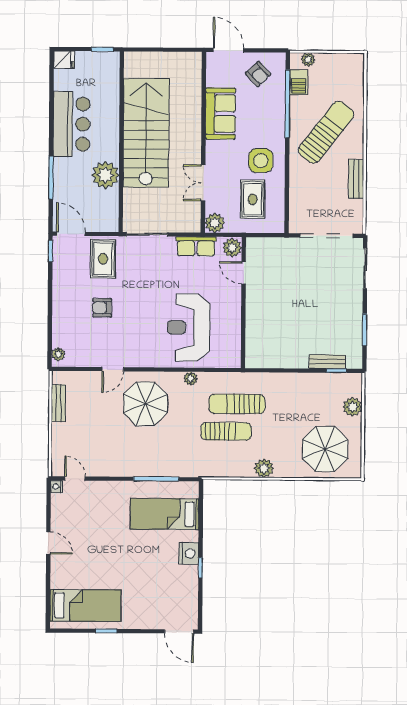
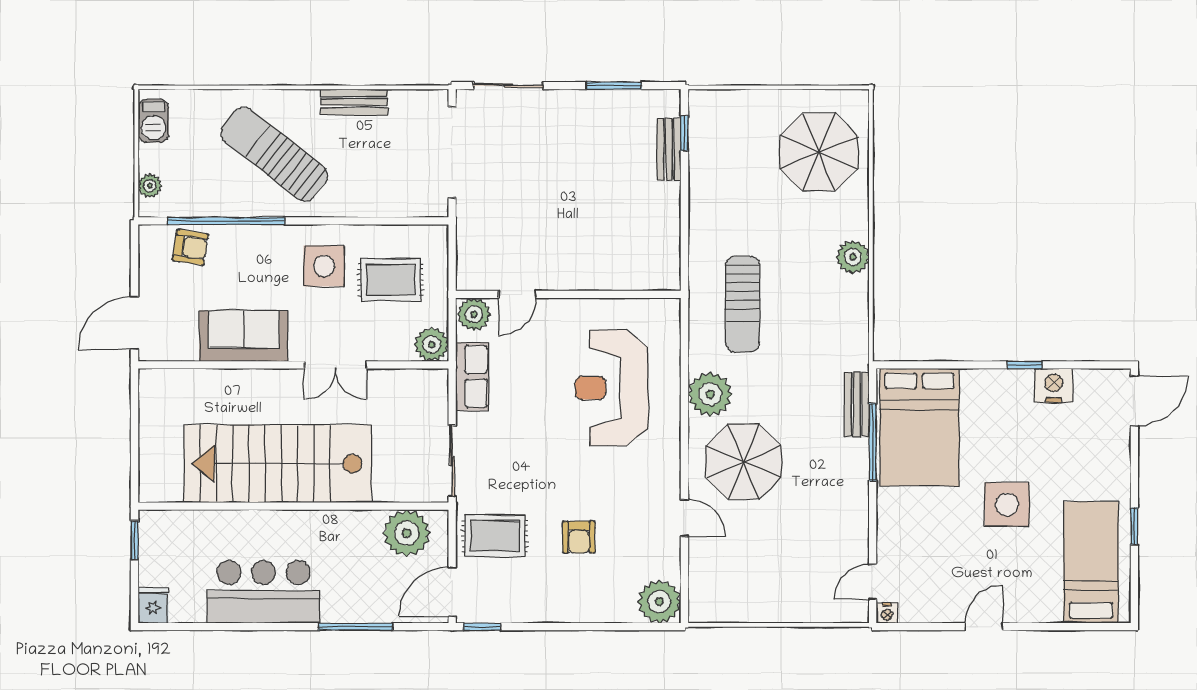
armchair: (258, 74) -> (190, 247), moved, turned 52
barbecue: (299, 82) -> (153, 121), moved, turned 90
plant: (105, 175) -> (407, 533), moved
double door: (203, 183) -> (335, 365), moved
reception desk: (189, 327) -> (612, 388), turned 90
plant: (58, 354) -> (659, 602), width x1.87, depth x1.87
plant: (191, 379) -> (710, 394), width x1.88, depth x1.88
bench: (58, 403) -> (857, 404), moved, turned 90
plant: (352, 407) -> (746, 105), removed
sun lounger: (226, 431) -> (790, 322), removed
bed: (165, 514) -> (919, 427), width x1.50
nightstand: (189, 553) -> (1054, 385), moved
side table: (119, 557) -> (1007, 504), added

